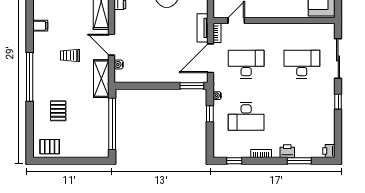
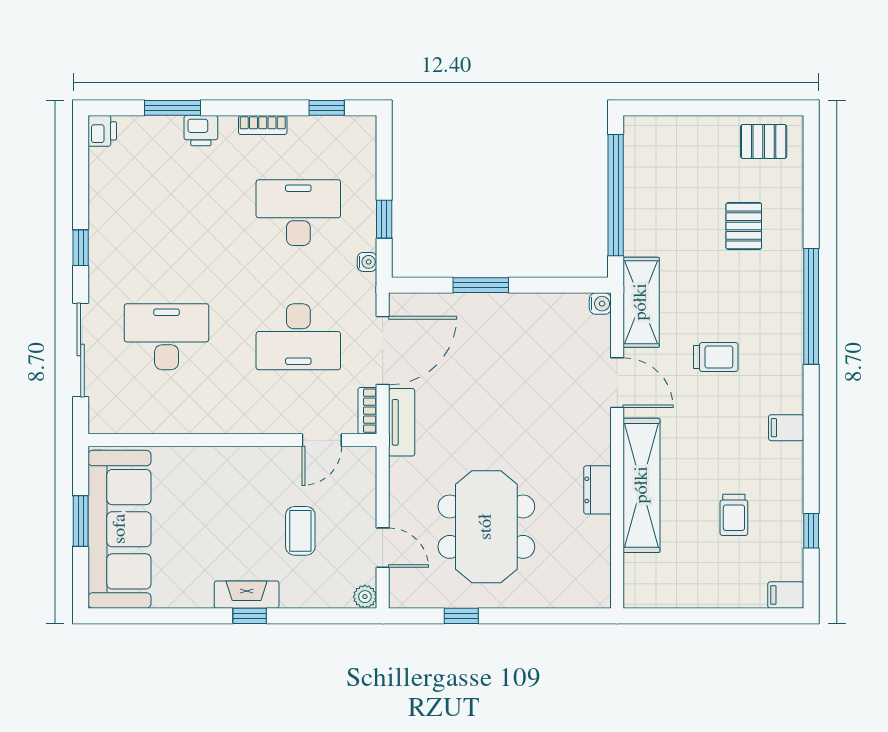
desk: (302, 64) -> (167, 337), turned 180
water cooler: (119, 65) -> (600, 304), moved
window: (192, 86) -> (481, 285), moved

